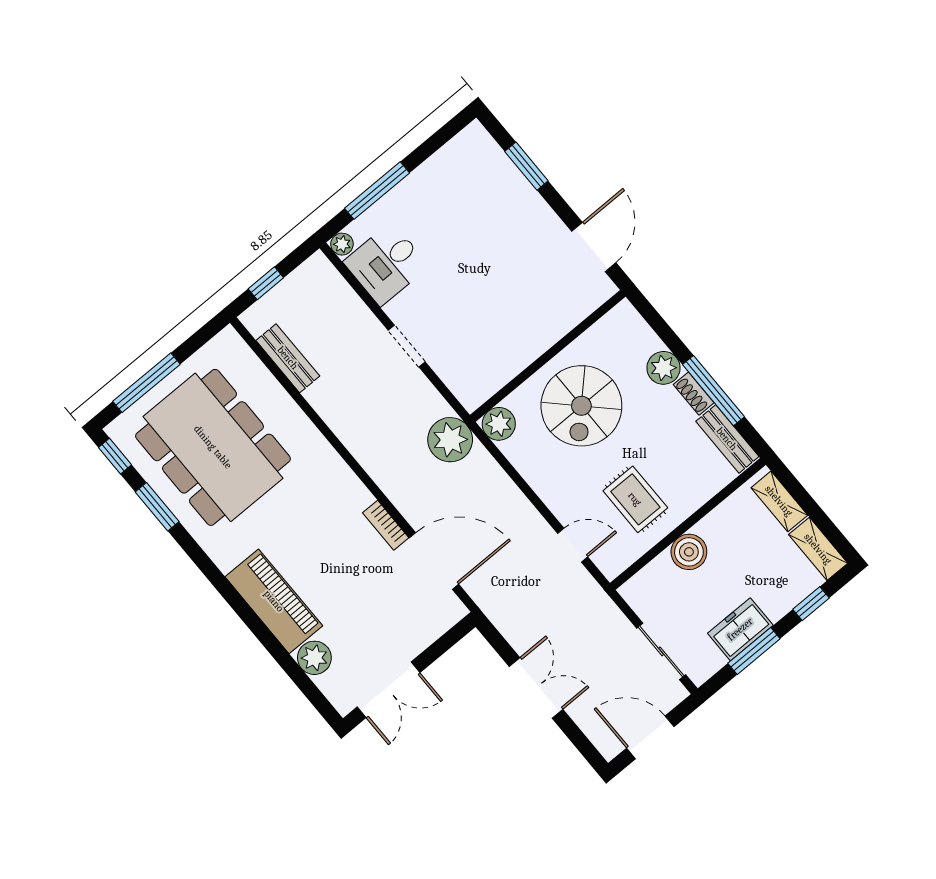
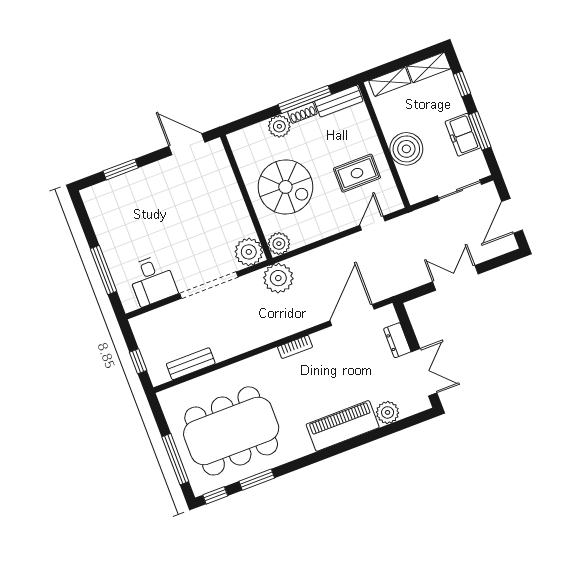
plant: (342, 244) -> (249, 252), moved, width x1.88, depth x1.88
doorway: (407, 346) -> (209, 285), width x1.87
bookcase: (386, 525) -> (295, 347), moved
boiler: (689, 552) -> (406, 149), width x1.37, depth x1.37
dresser: (420, 637) -> (397, 340), added

